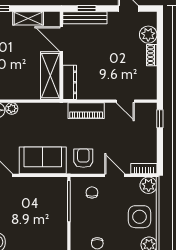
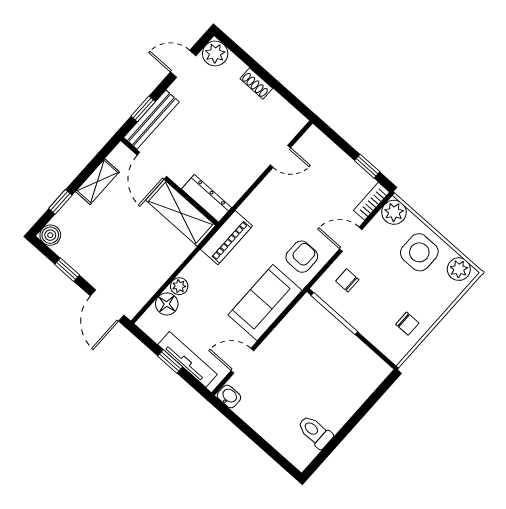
plant: (148, 35) -> (215, 53), moved
door: (61, 39) -> (152, 166), hinge flipped
piano: (86, 111) -> (227, 238), moved
window: (160, 119) -> (367, 166), moved
armchair: (83, 158) -> (302, 257), turned 90

